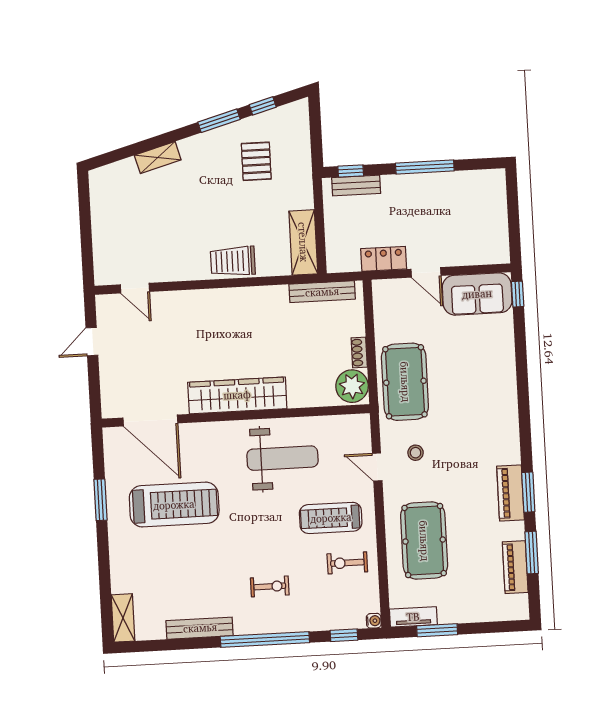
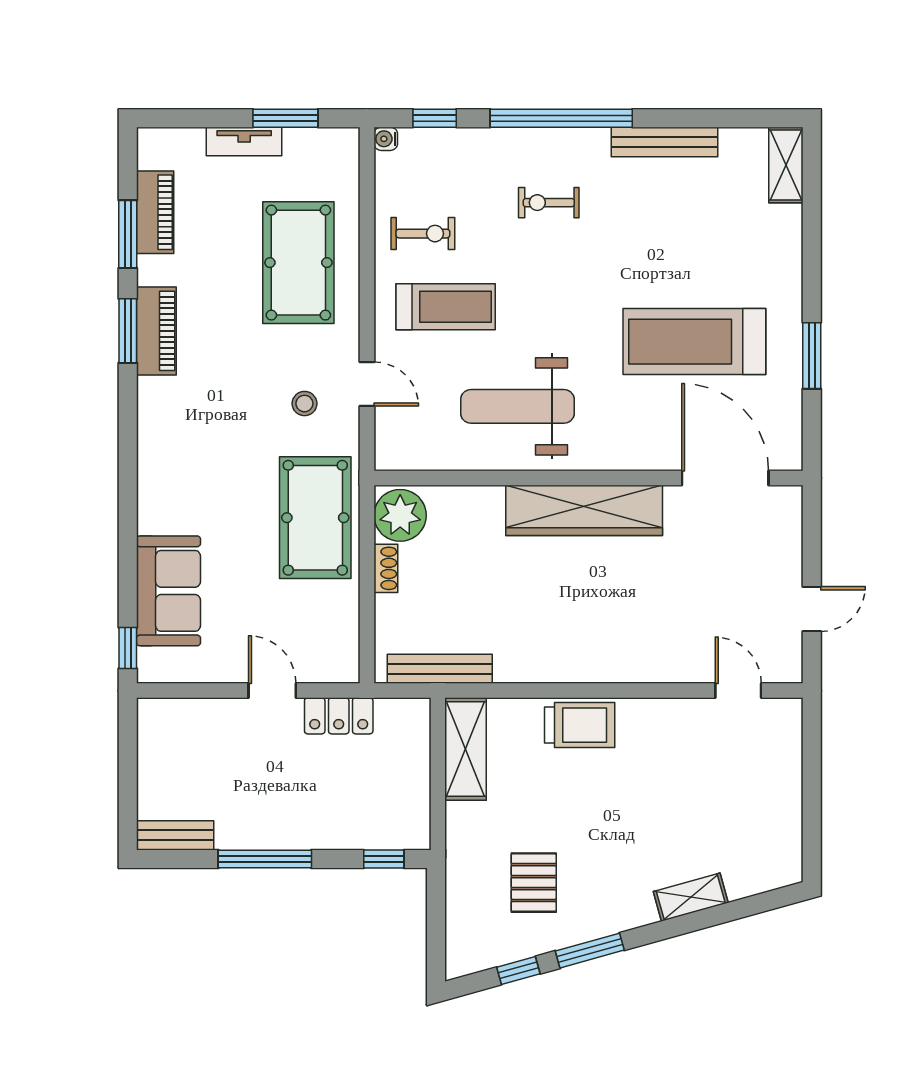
bench: (356, 186) -> (175, 835), moved
sofa: (477, 294) -> (168, 591), moved, turned 90
tv unit: (413, 617) -> (244, 141), moved

